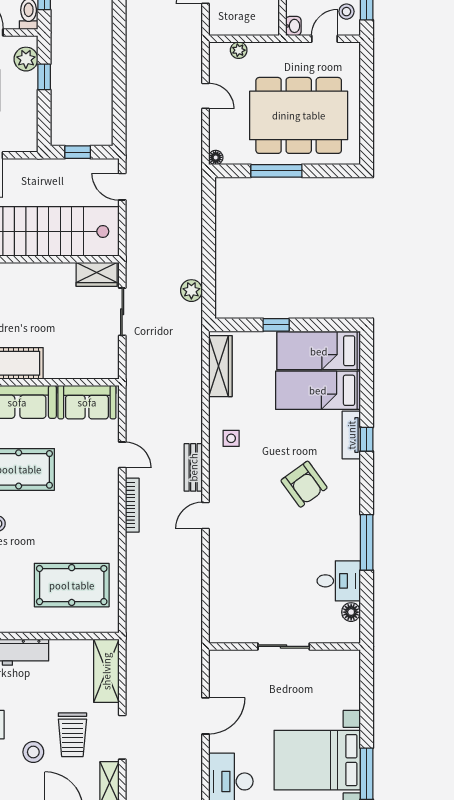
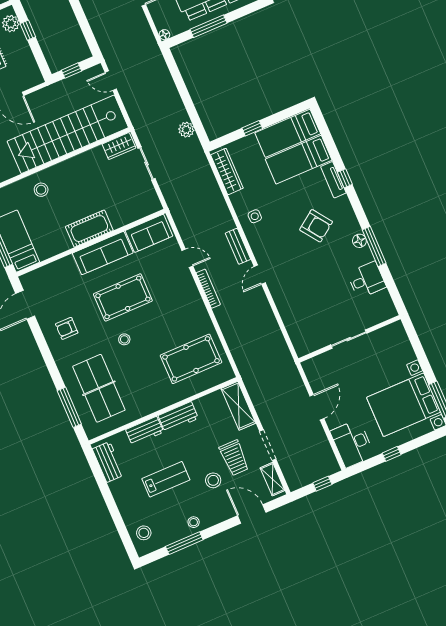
floor lamp: (351, 612) -> (359, 241), moved

